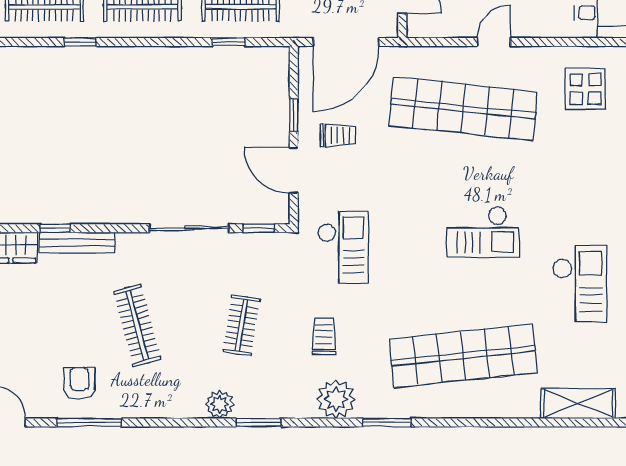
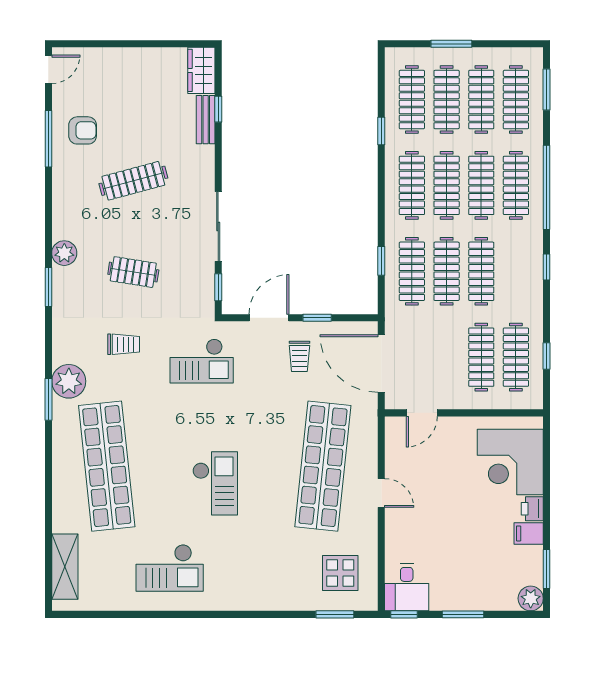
checkout: (483, 232) -> (215, 483), turned 180
bench: (77, 243) -> (206, 120), width x0.73
plant: (336, 399) -> (69, 381), moved

